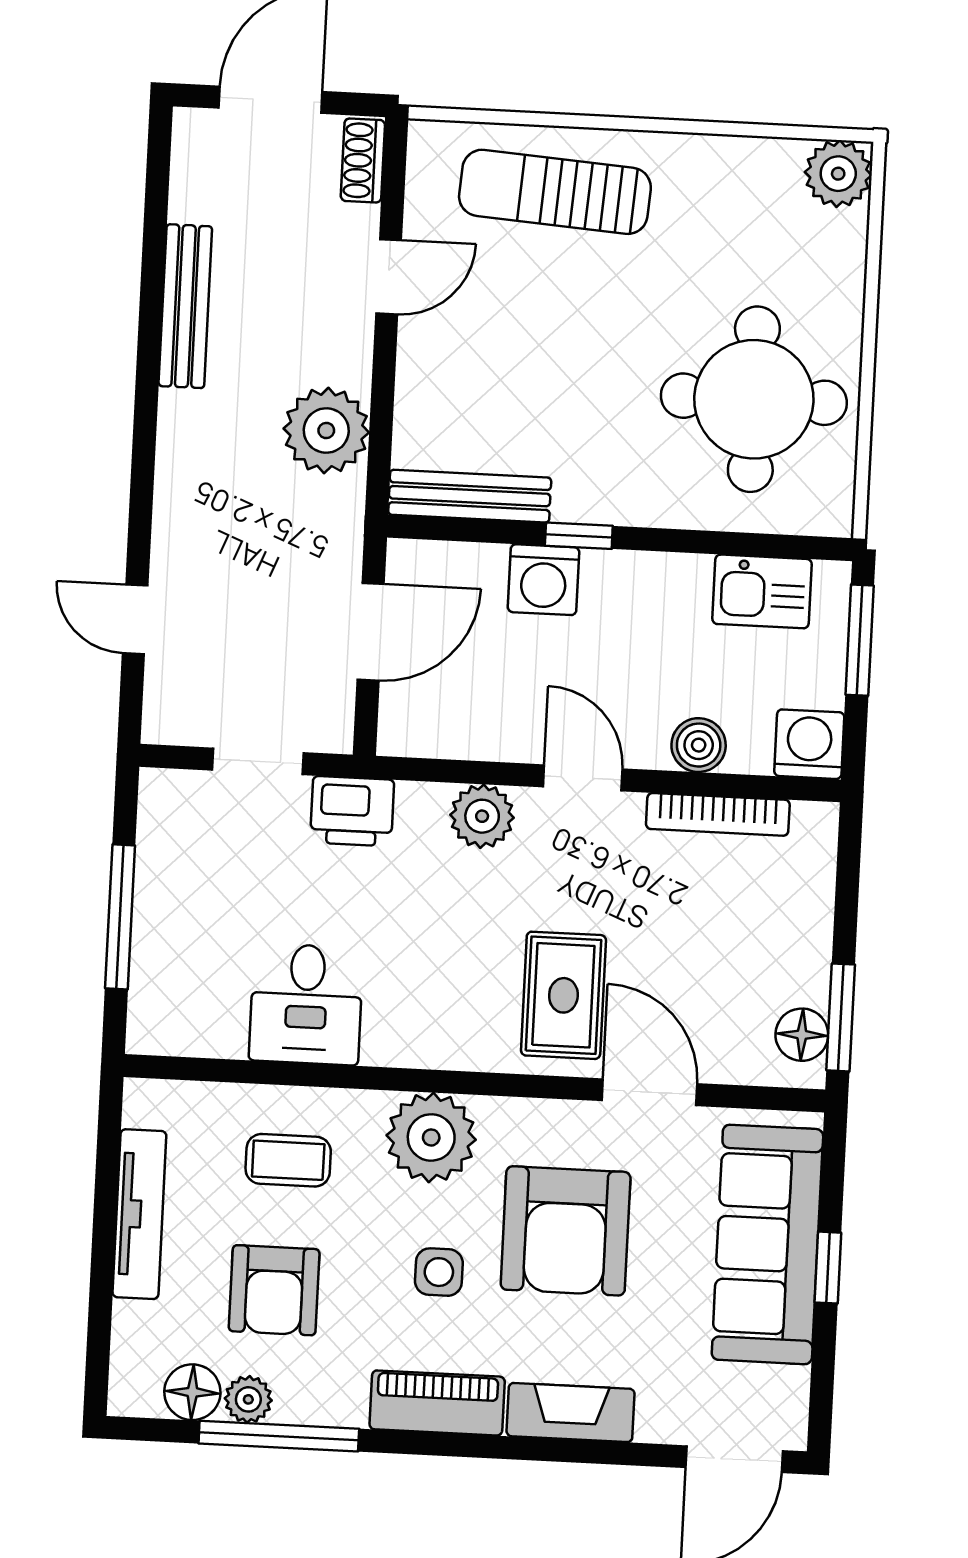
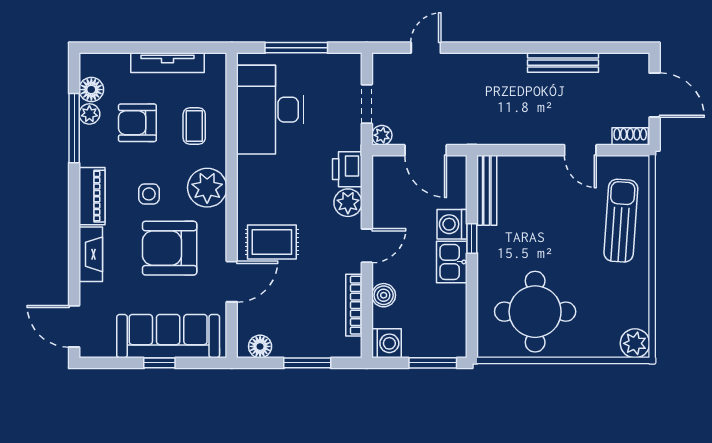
plant: (326, 430) -> (382, 135), moved, width x0.53, depth x0.53
kitchen sink: (762, 591) -> (452, 262), moved
printer: (352, 811) -> (347, 169), moved
desk: (306, 1004) -> (270, 110), width x1.87, depth x1.30
window: (841, 1017) -> (307, 363), moved

